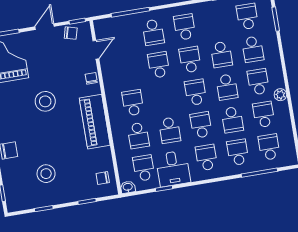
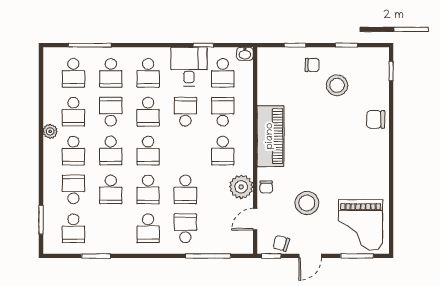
school desk: (221, 54) -> (111, 189), turned 180
plant: (112, 75) -> (241, 187), added
school desk: (227, 87) -> (111, 151), turned 180
stool: (45, 101) -> (307, 203), moved
chair: (103, 178) -> (312, 65), moved

